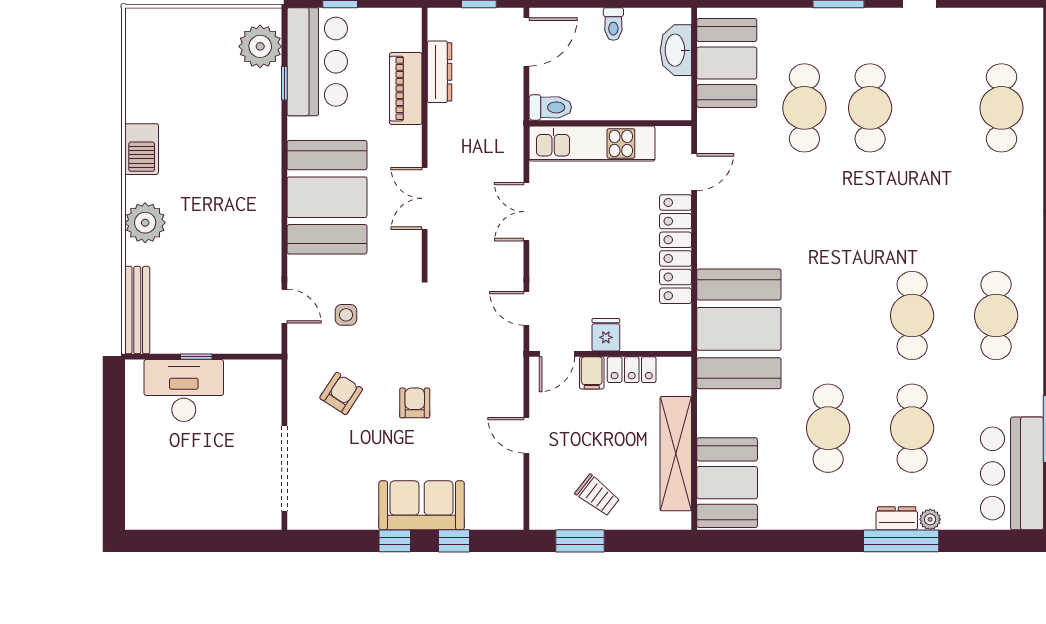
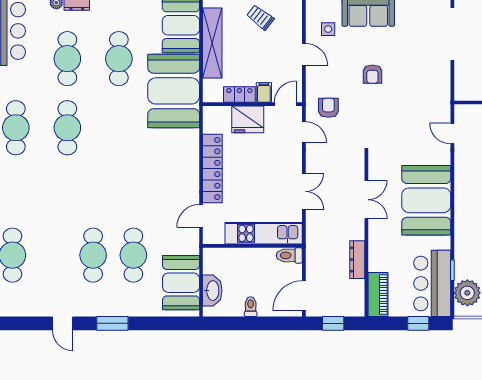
dresser: (440, 72) -> (357, 260), moved
piano: (406, 89) -> (378, 295), moved
side table: (346, 315) -> (328, 29), moved
booth: (739, 329) -> (174, 91), moved
fridge: (606, 335) -> (248, 119), width x1.88, depth x1.34
armchair: (341, 393) -> (328, 108), moved, turned 147

